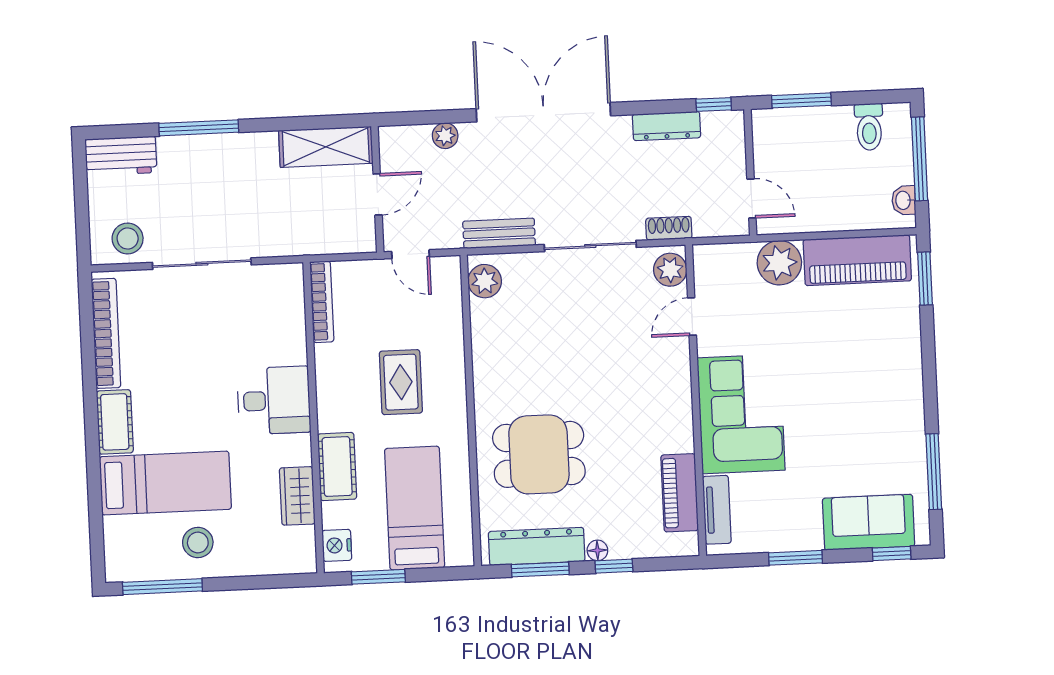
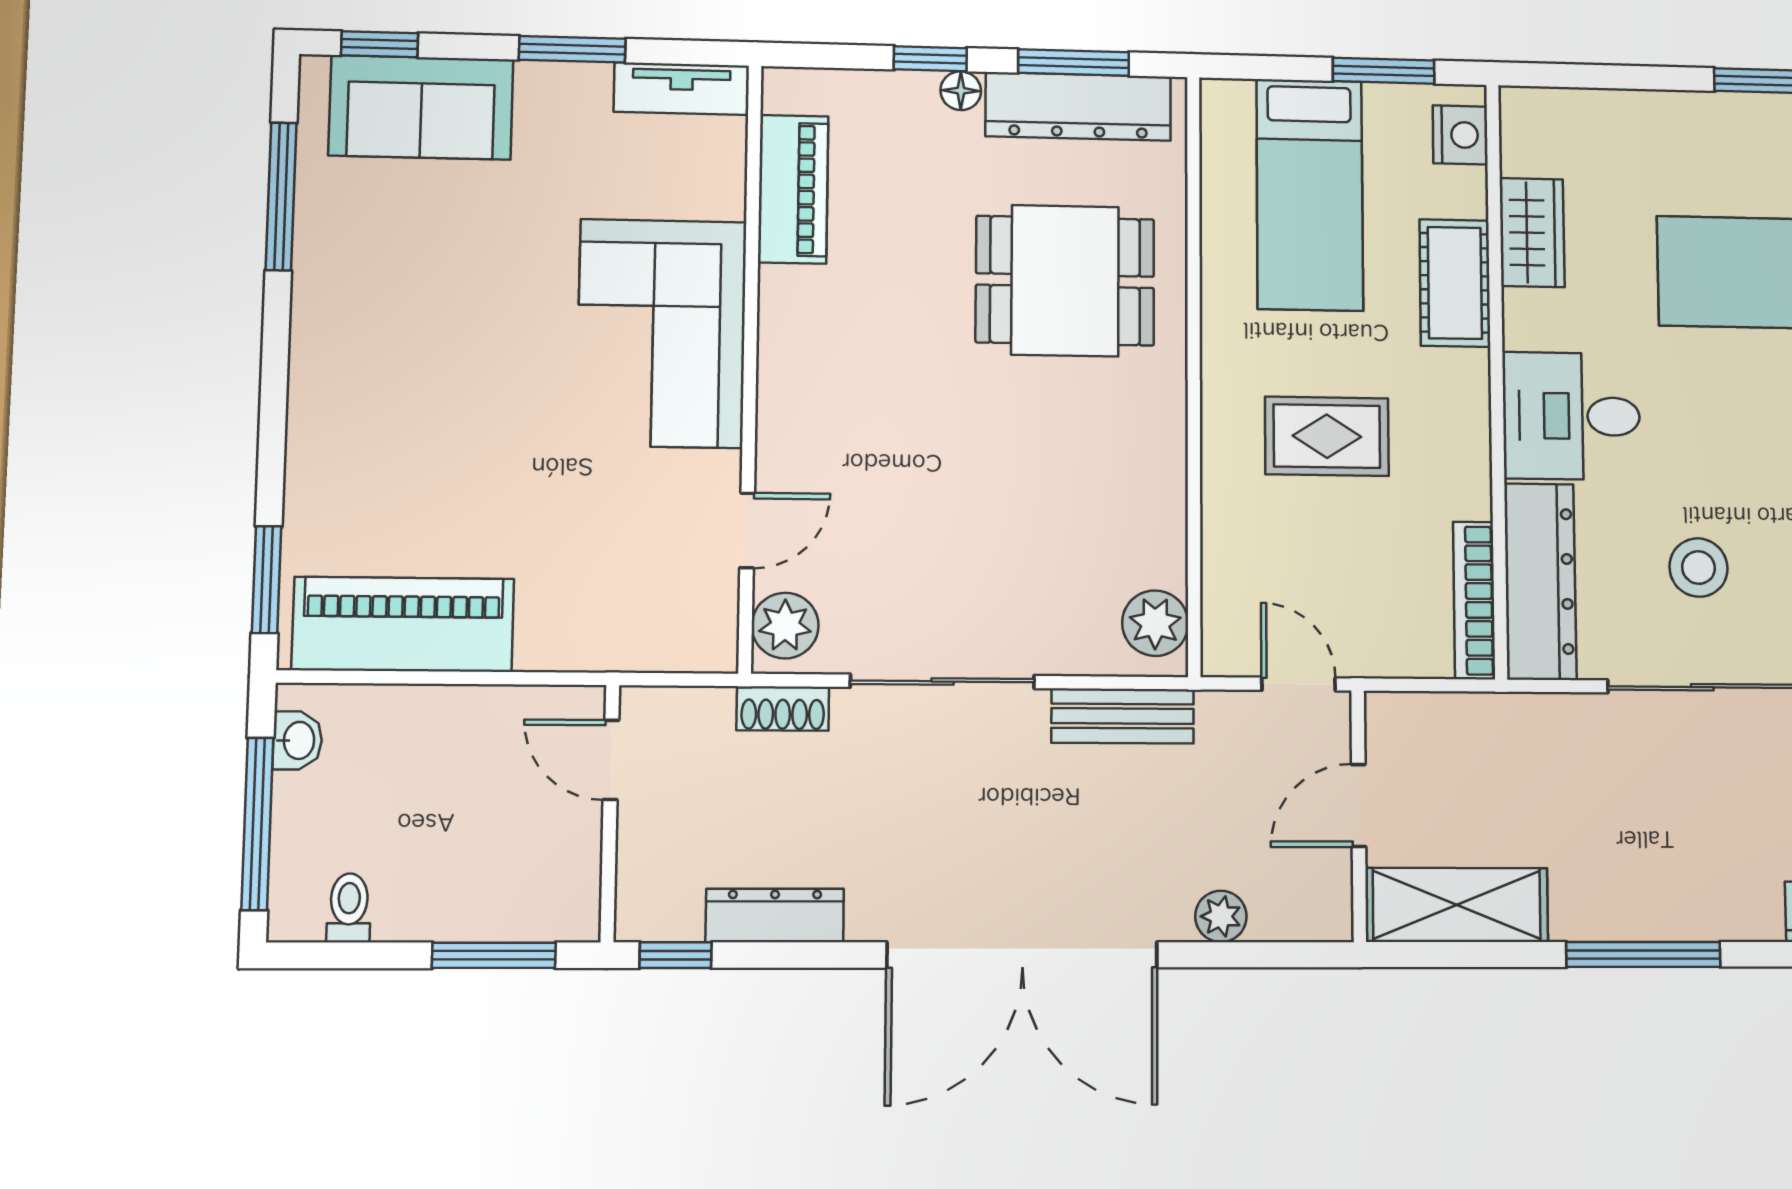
toilet: (869, 127) -> (349, 908), width x0.73, depth x0.72
window: (199, 128) -> (1643, 954), moved
plant: (779, 263) -> (563, 628), removed
dresser: (288, 314) -> (1540, 581), added
rug: (401, 382) -> (1327, 436), turned 90
tv unit: (717, 510) -> (682, 89), moved, turned -90
stool: (198, 543) -> (1698, 568), moved

